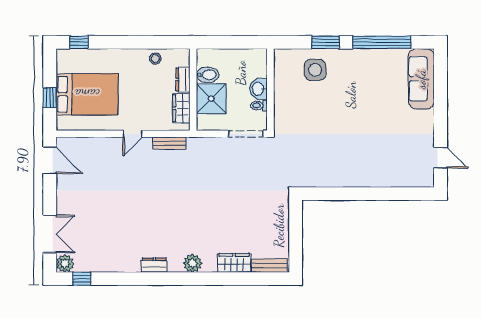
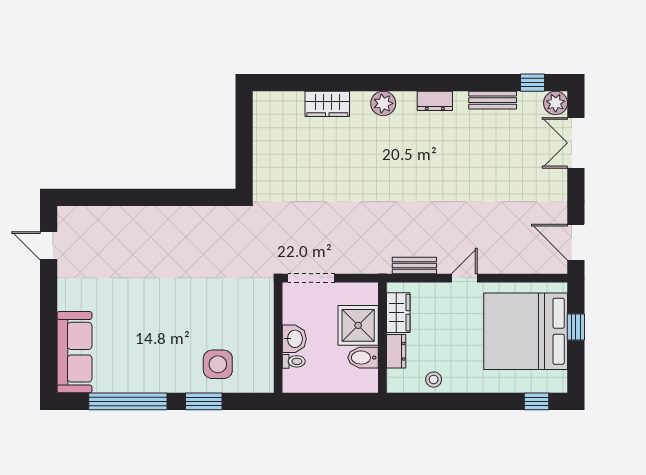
bed: (87, 94) -> (526, 331), width x1.36
toilet: (259, 105) -> (294, 361), moved
bench: (269, 266) -> (493, 100), moved

